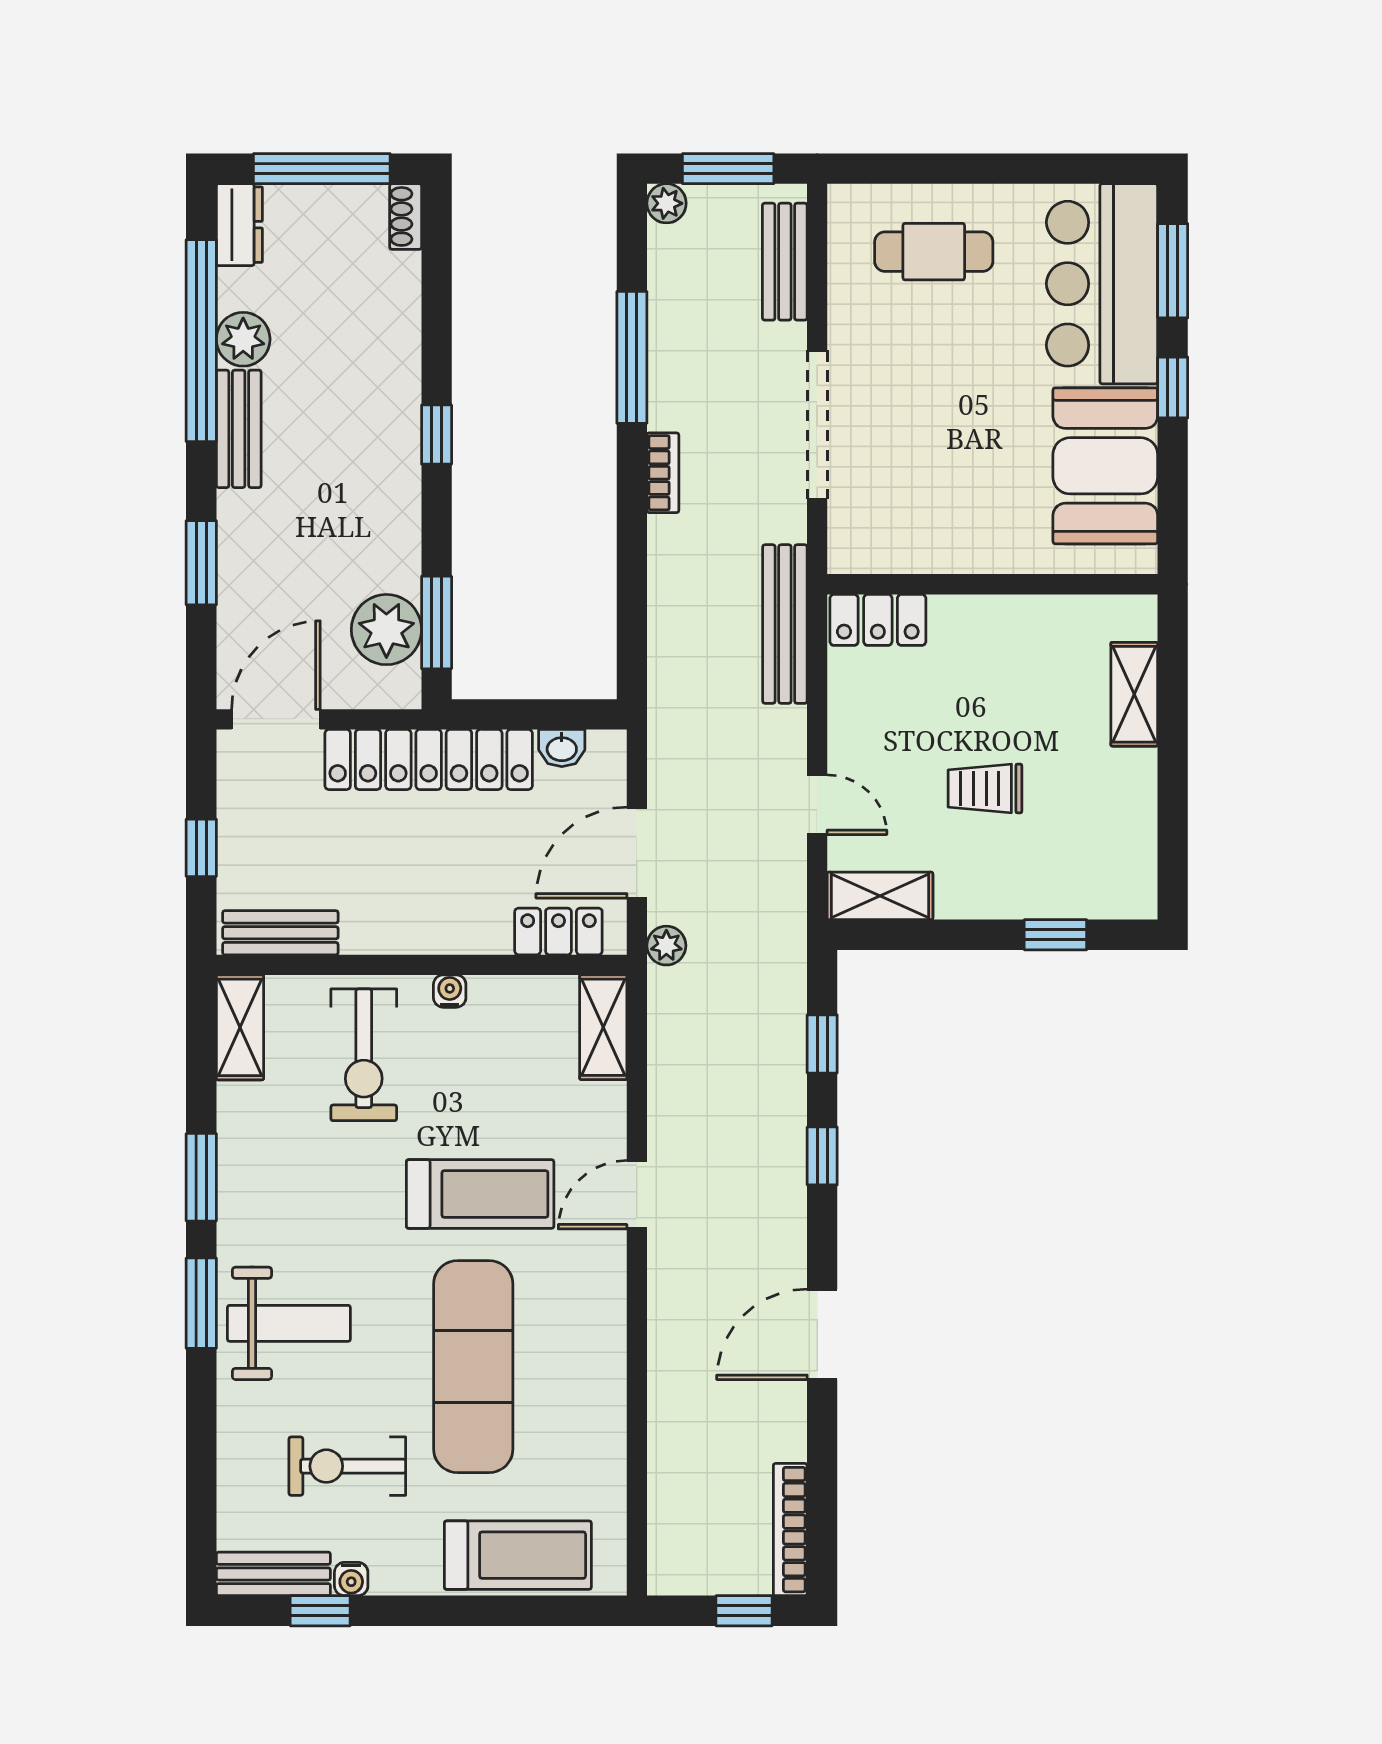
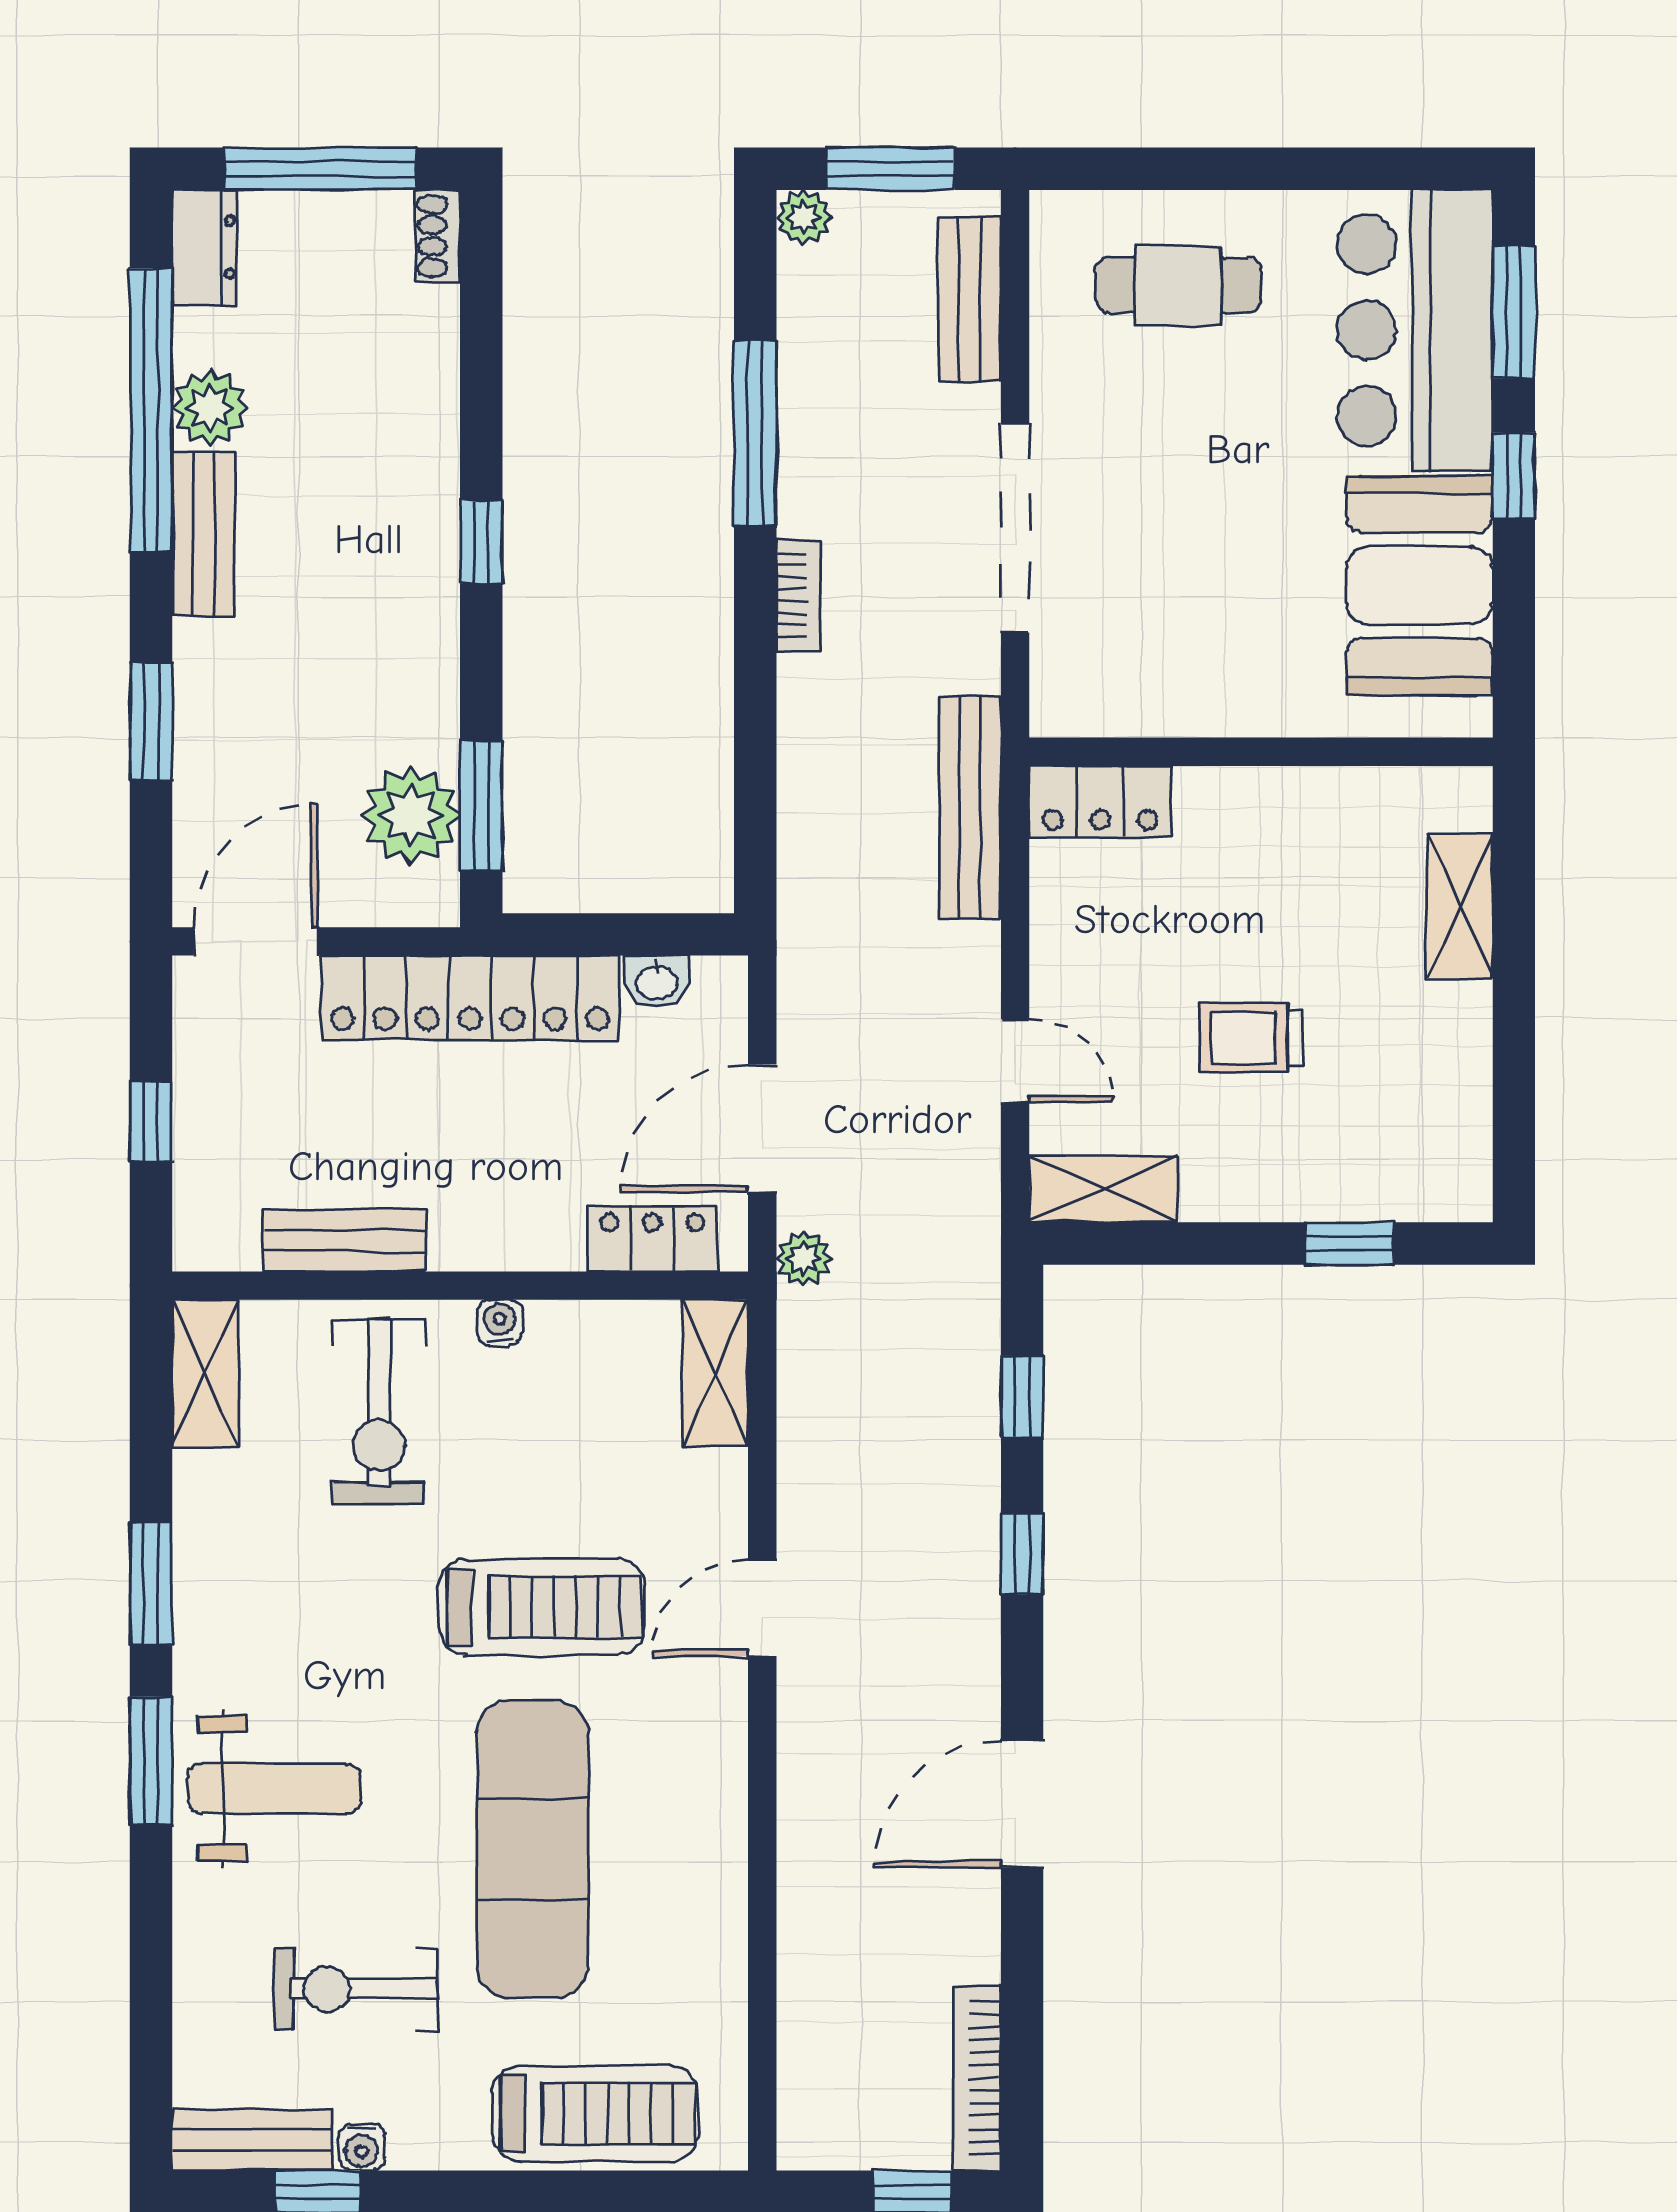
bench: (280, 933) -> (345, 1241), moved

